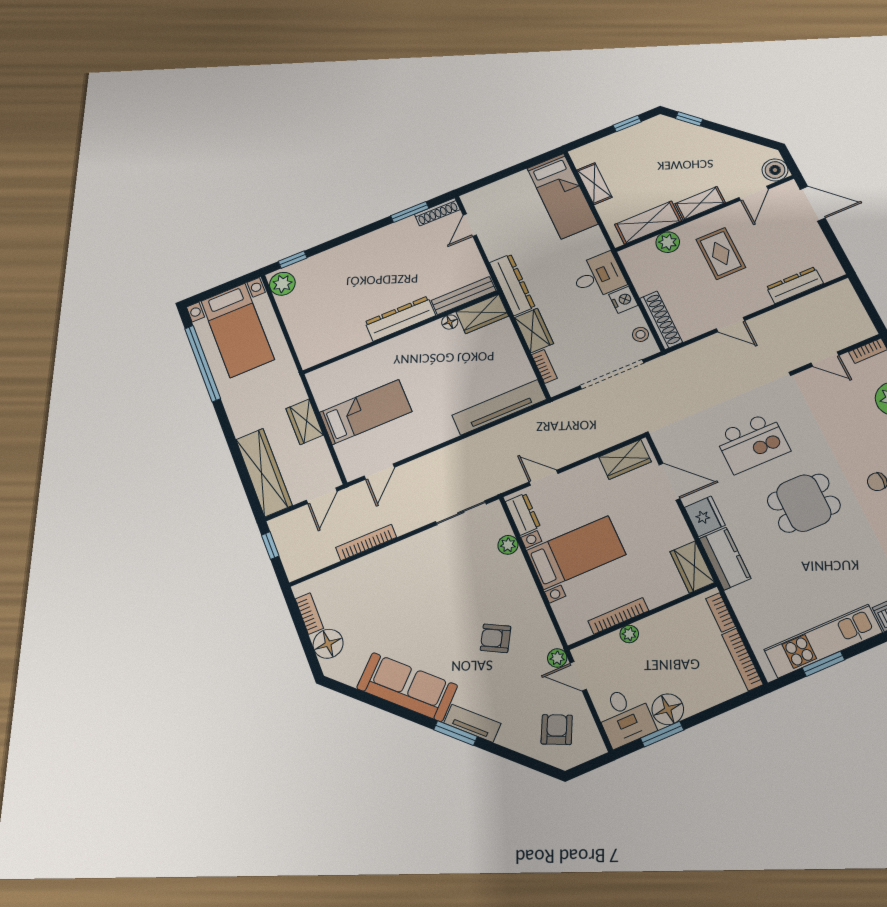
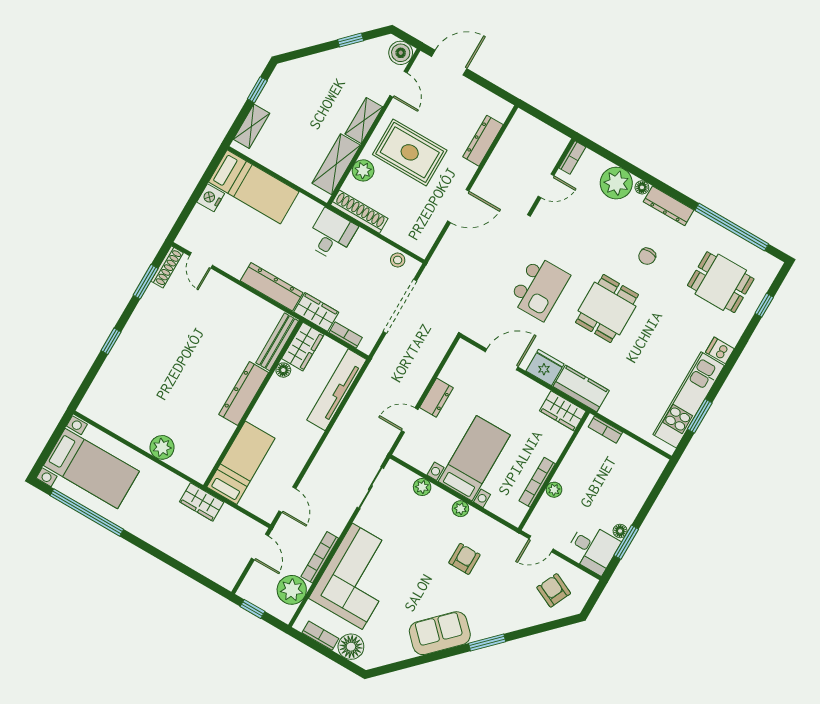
window: (689, 119) -> (351, 40), moved
shelving: (594, 184) -> (252, 126), moved, turned 90
rug: (721, 253) -> (410, 152), width x1.36, depth x1.43
window: (293, 260) -> (111, 341), moved
plant: (282, 284) -> (162, 447), moved
bench: (464, 296) -> (277, 342), moved
nightstand: (623, 300) -> (211, 198), moved, turned -90
wardrobe: (482, 314) -> (303, 347), moved
dresser: (400, 319) -> (244, 394), moved
shoe rack: (661, 320) -> (359, 212), moved
floor lamp: (450, 322) -> (283, 370), moved
door: (730, 325) -> (458, 206), width x1.38
wall: (401, 332) -> (253, 404), moved
wardrobe: (625, 459) -> (458, 365), removed
wardrobe: (264, 472) -> (203, 560), removed
dresser: (523, 514) -> (436, 398), moved, turned 90
plant: (318, 554) -> (292, 590), added
corner sofa: (386, 584) -> (357, 576), added
armchair: (496, 638) -> (464, 559), turned 151
plant: (557, 658) -> (460, 509), moved
bookcase: (742, 659) -> (643, 452), removed
sofa: (407, 687) -> (440, 633), width x0.73
floor lamp: (668, 709) -> (620, 531), width x0.53, depth x0.53
tv unit: (472, 723) -> (493, 628), removed

